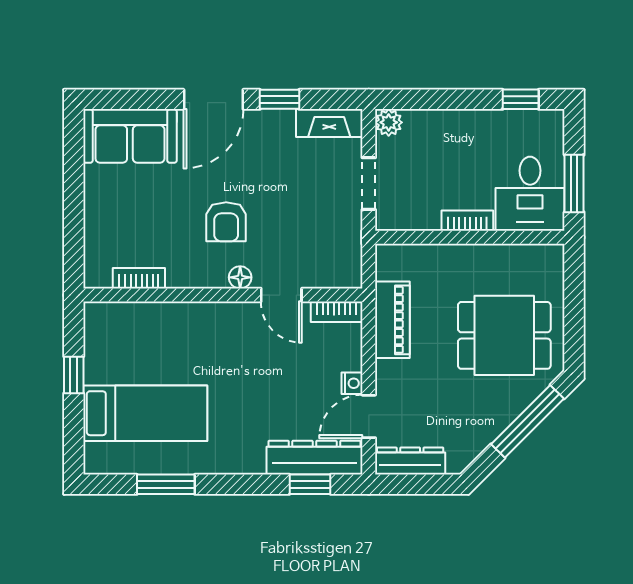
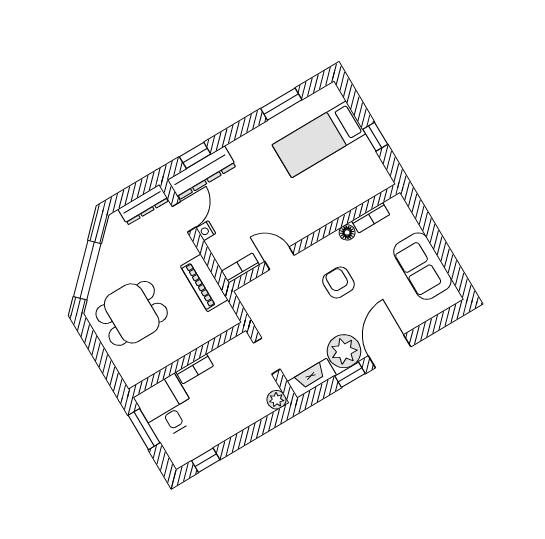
plant: (270, 133) -> (344, 351), added
sofa: (130, 136) -> (422, 266), moved, turned -90
floor lamp: (240, 277) -> (347, 232), moved

